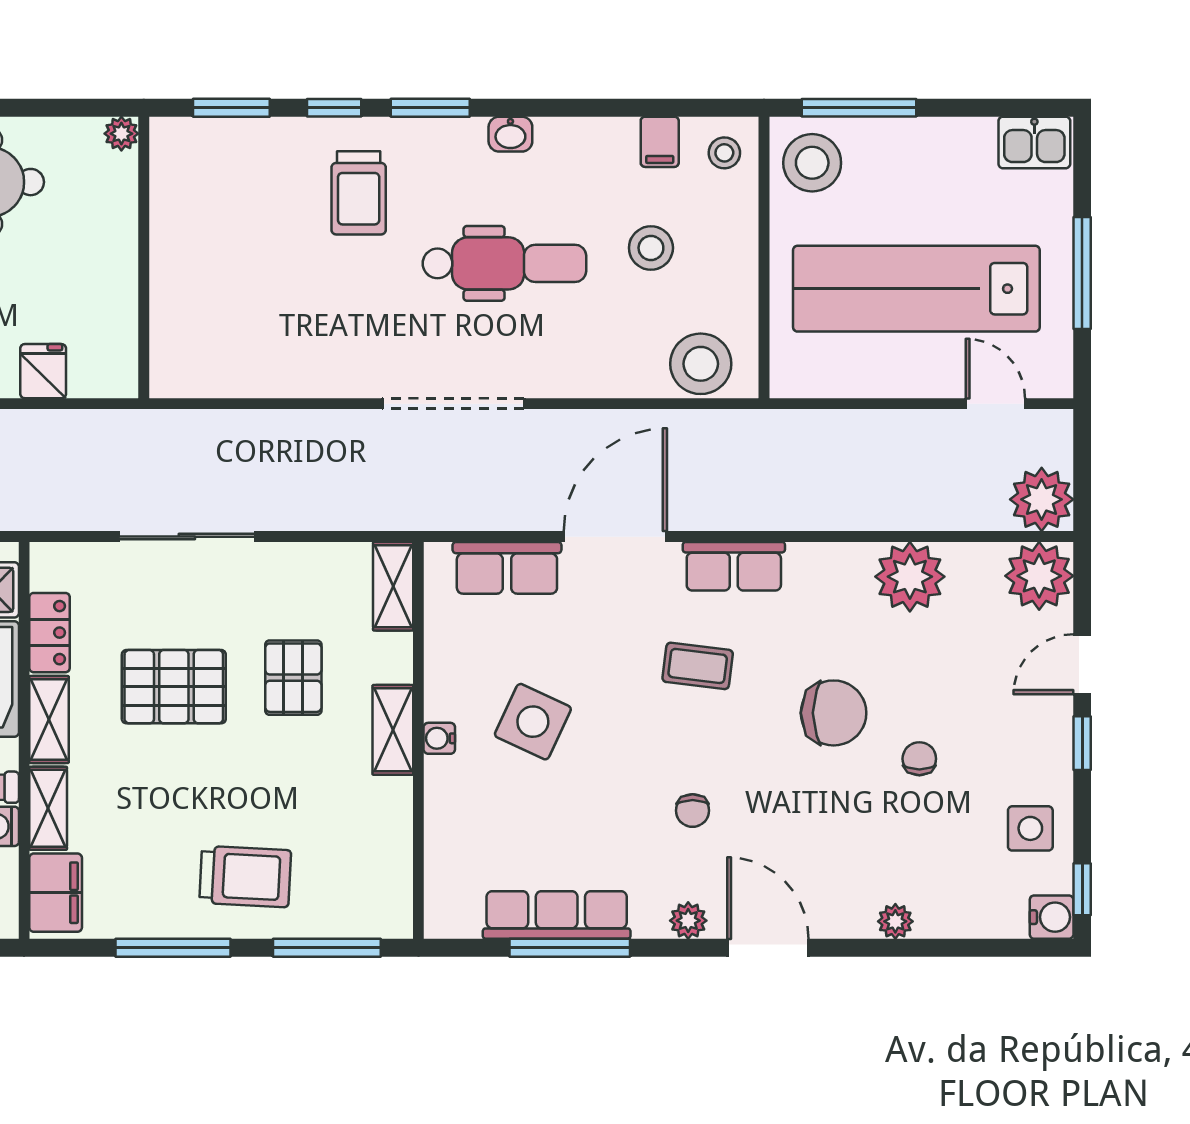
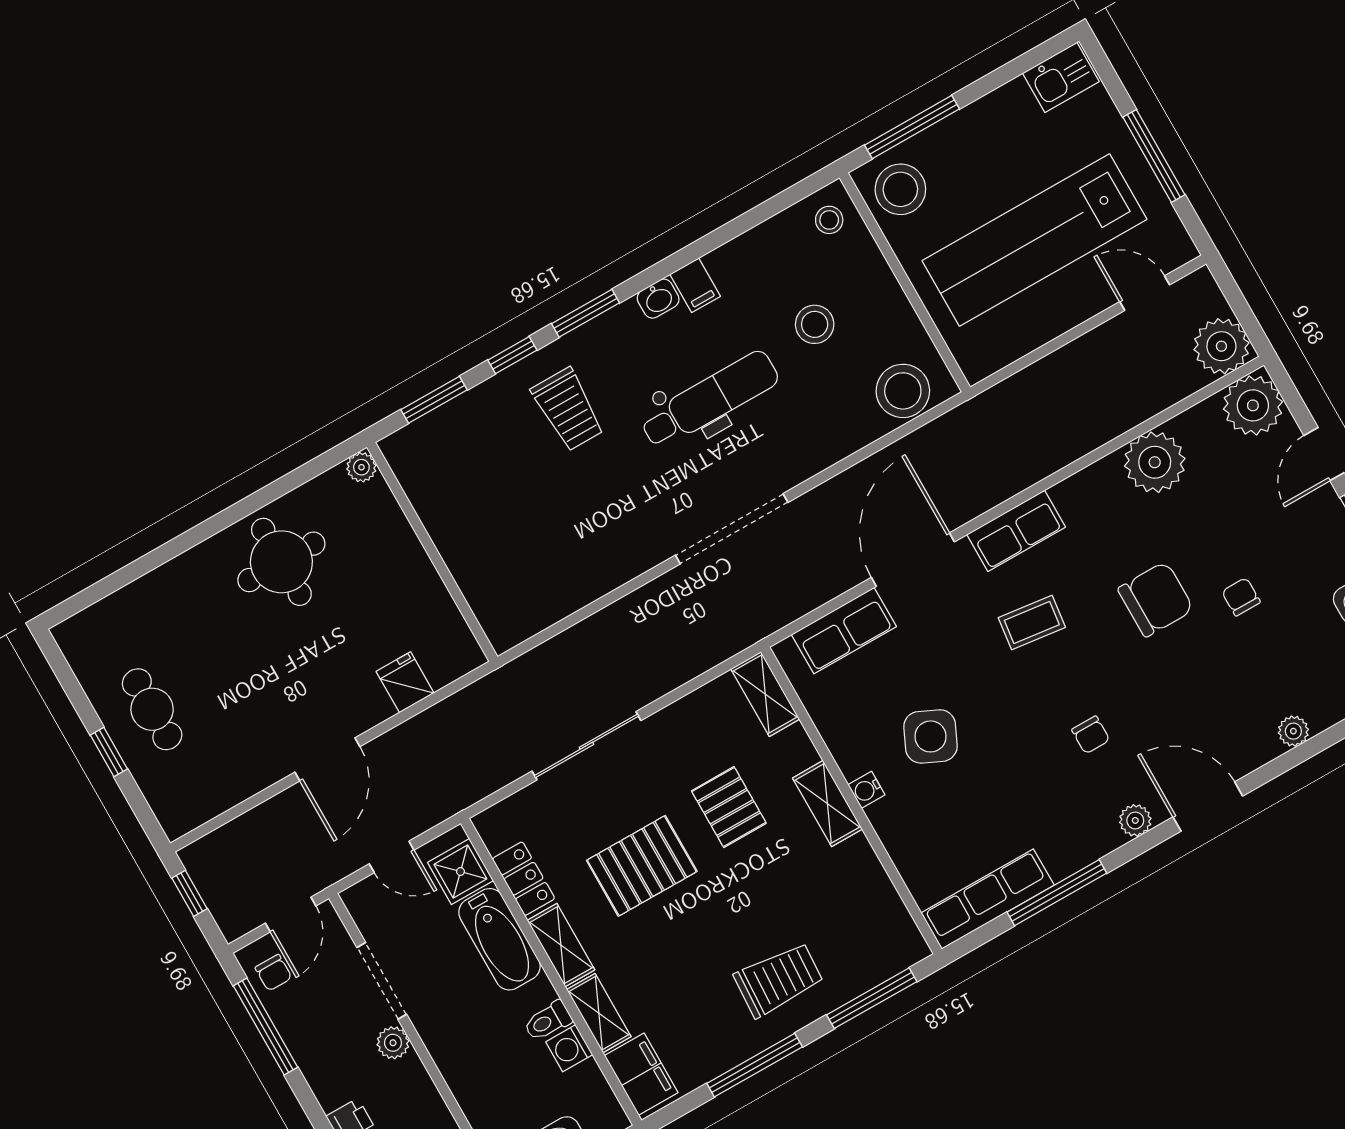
filing cabinet: (660, 142) -> (695, 285), moved
row of seats: (557, 915) -> (988, 899), moved

